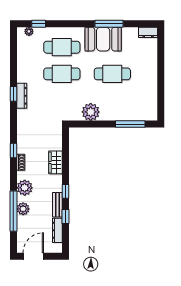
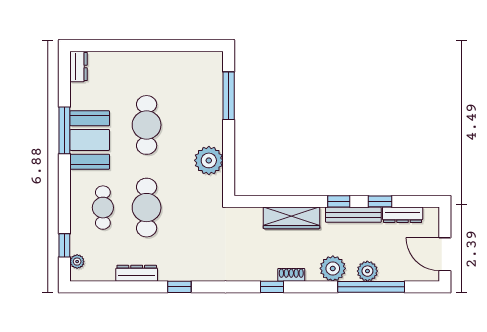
cafe table: (62, 47) -> (103, 208), width x0.73, depth x0.74
dresser: (22, 96) -> (137, 273), moved
wardrobe: (56, 162) -> (292, 218), width x1.50
bench: (57, 205) -> (353, 215), width x1.36

